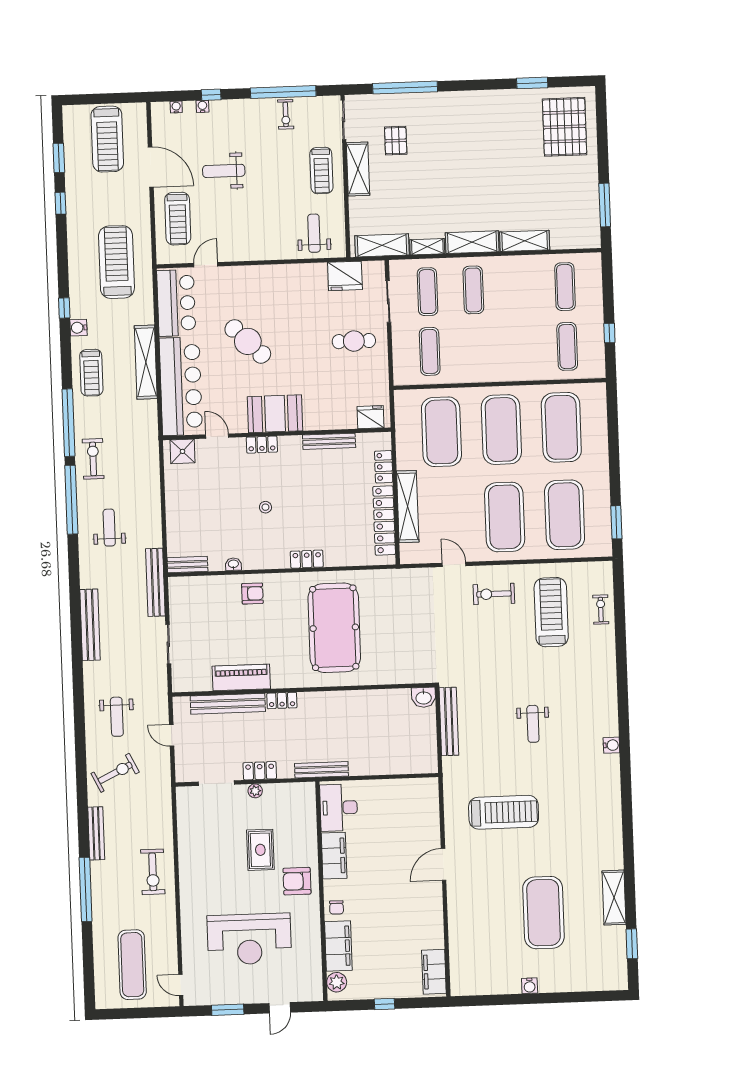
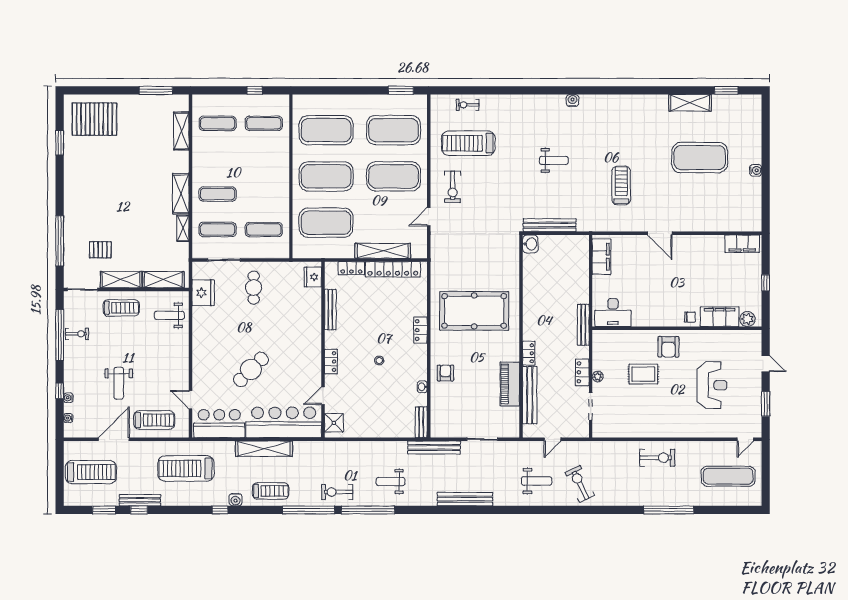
shelving: (525, 241) -> (181, 131), moved
shelving: (382, 245) -> (163, 280), moved, turned 90
booth: (275, 414) -> (307, 350), removed
treadmill: (504, 812) -> (621, 186), width x0.73, depth x0.73
bench: (96, 833) -> (140, 500), moved
filing cabinet: (334, 856) -> (601, 257), moved, turned 90
reception desk: (249, 939) -> (712, 385), width x0.74, depth x0.77

